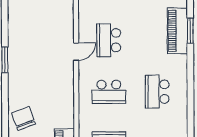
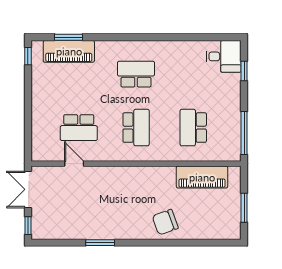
door: (76, 52) -> (74, 164), moved
school desk: (157, 92) -> (136, 74), turned 180

